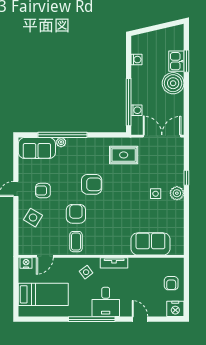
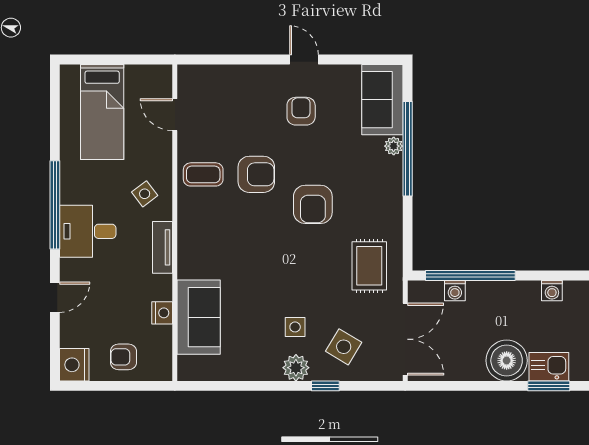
side table: (33, 218) -> (344, 347), moved
nightstand: (26, 263) -> (162, 313), moved

